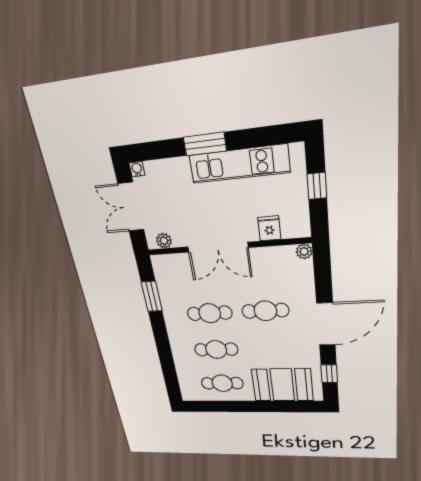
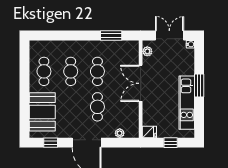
fridge: (269, 228) -> (149, 132), moved
plant: (304, 252) -> (120, 133), moved

